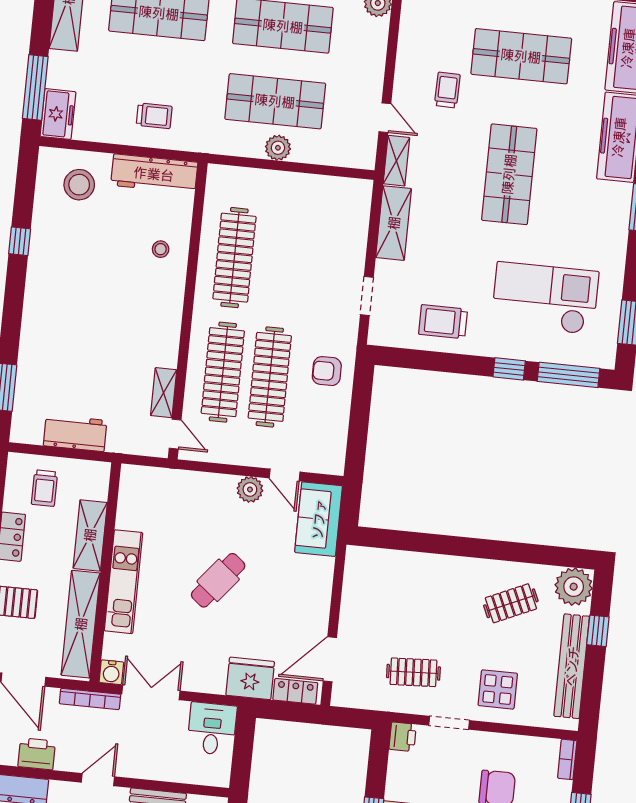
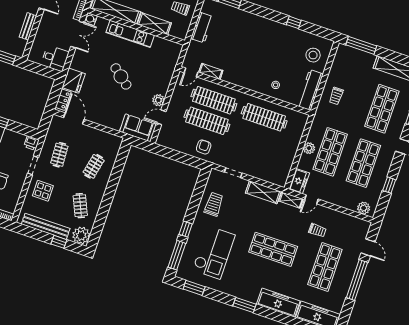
freezer: (58, 114) -> (299, 181), moved, turned -90
clothes rail: (421, 594) -> (94, 166), added

